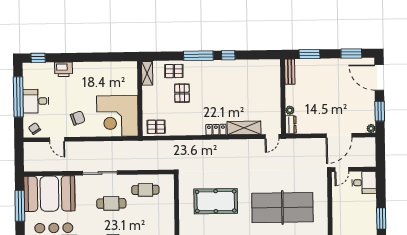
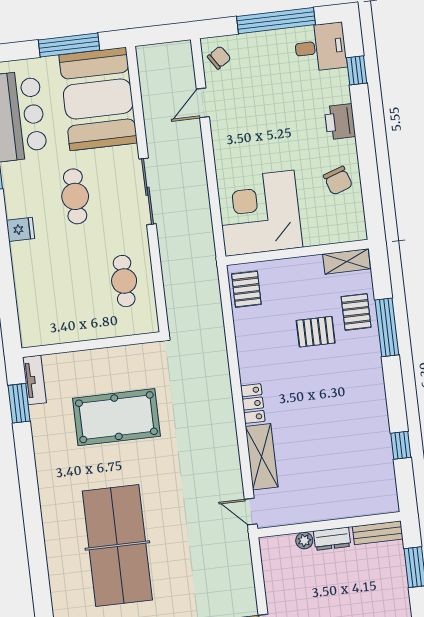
window: (228, 55) -> (401, 445), moved
window: (198, 56) -> (387, 327), moved
window: (38, 58) -> (357, 70), moved
printer: (63, 69) -> (340, 122), moved
desk: (36, 101) -> (320, 47), moved, turned 90
chair: (78, 118) -> (338, 181), moved
dresser: (291, 125) -> (332, 539), moved
pool table: (216, 201) -> (116, 417), turned 90
cafe table: (111, 203) -> (75, 196), moved

